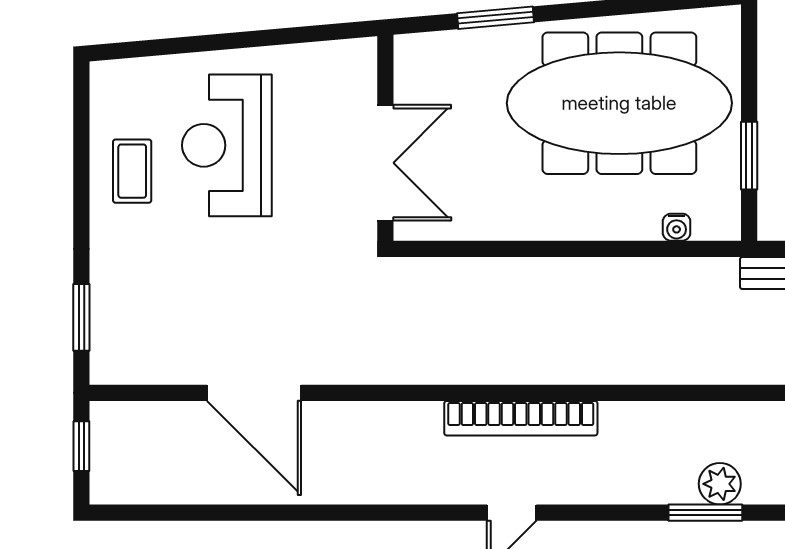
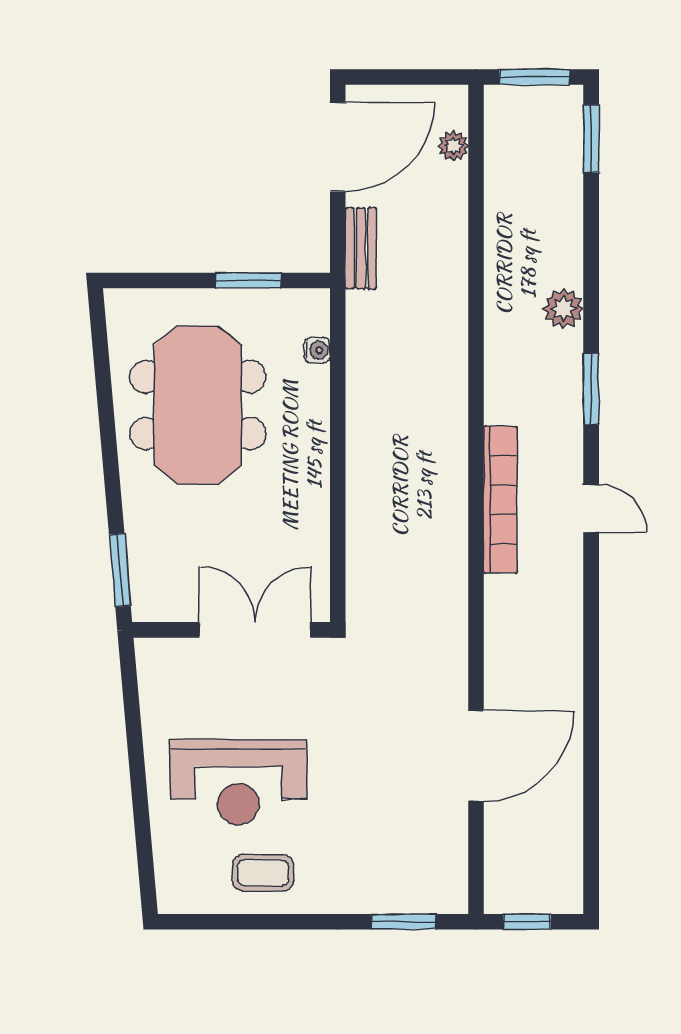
window: (496, 18) -> (120, 570), moved
meeting table: (619, 103) -> (198, 405), width x0.73
window: (705, 513) -> (591, 389), moved

